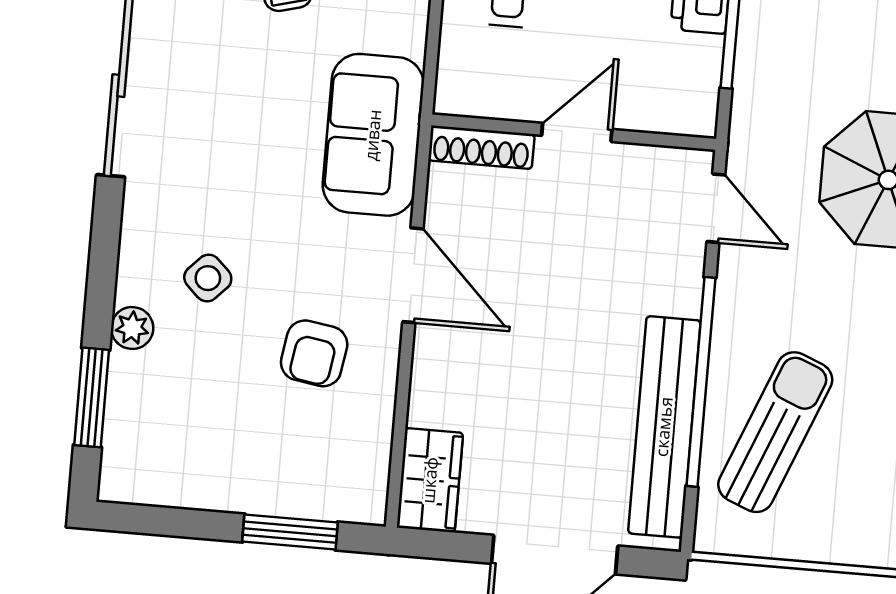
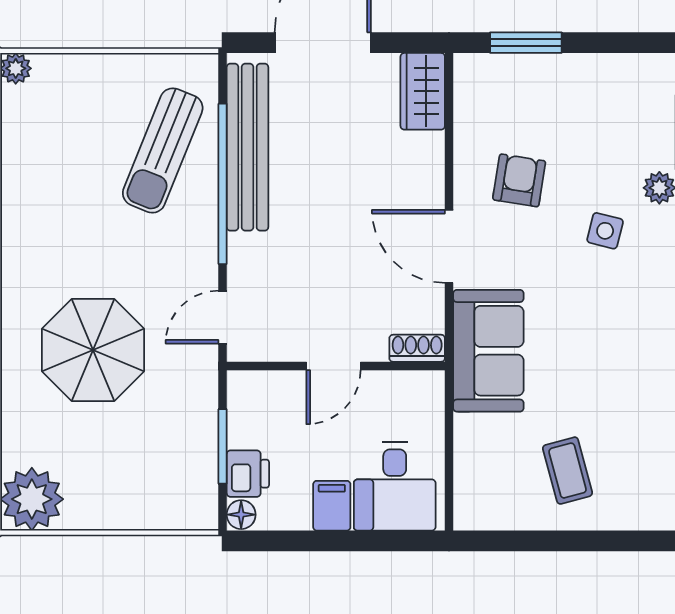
shoe rack: (481, 147) -> (417, 348), width x0.70
door: (716, 208) -> (223, 317), hinge flipped
side table: (208, 278) -> (605, 231), turned -30

